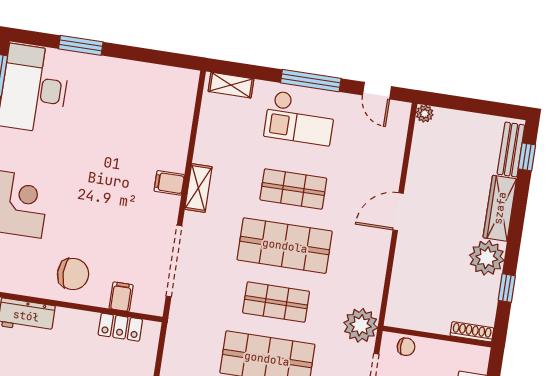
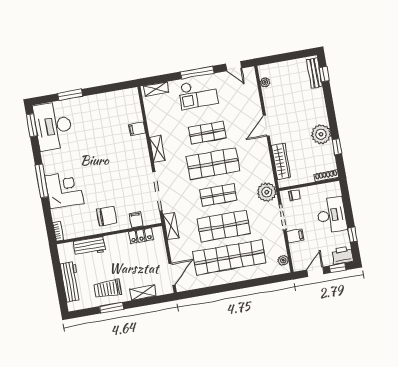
plant: (425, 114) -> (265, 82), moved
filing cabinet: (169, 183) -> (137, 129), moved
wardrobe: (500, 208) -> (281, 161), moved, turned 180
shelving: (177, 328) -> (171, 226), added

